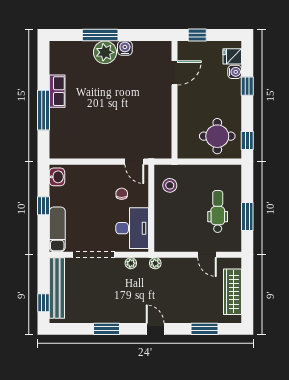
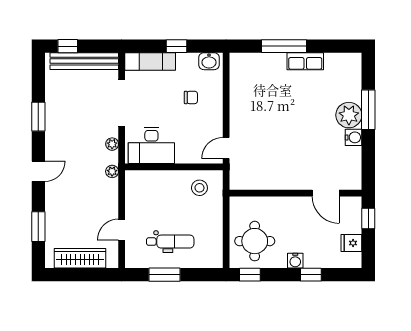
fridge: (232, 56) -> (351, 243), moved, turned -90
water cooler: (235, 72) -> (295, 261), moved
chair: (122, 194) -> (191, 97), moved

